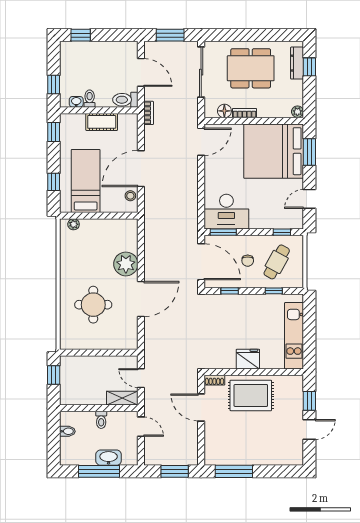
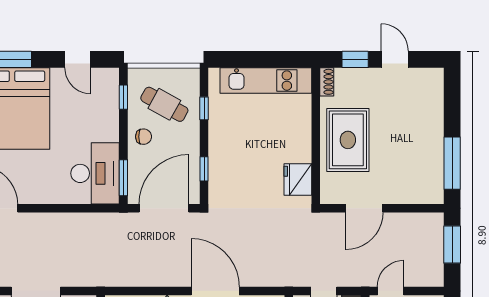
chair: (248, 261) -> (144, 137), moved
fridge: (248, 359) -> (298, 180), moved
shoe rack: (214, 380) -> (327, 82), moved

